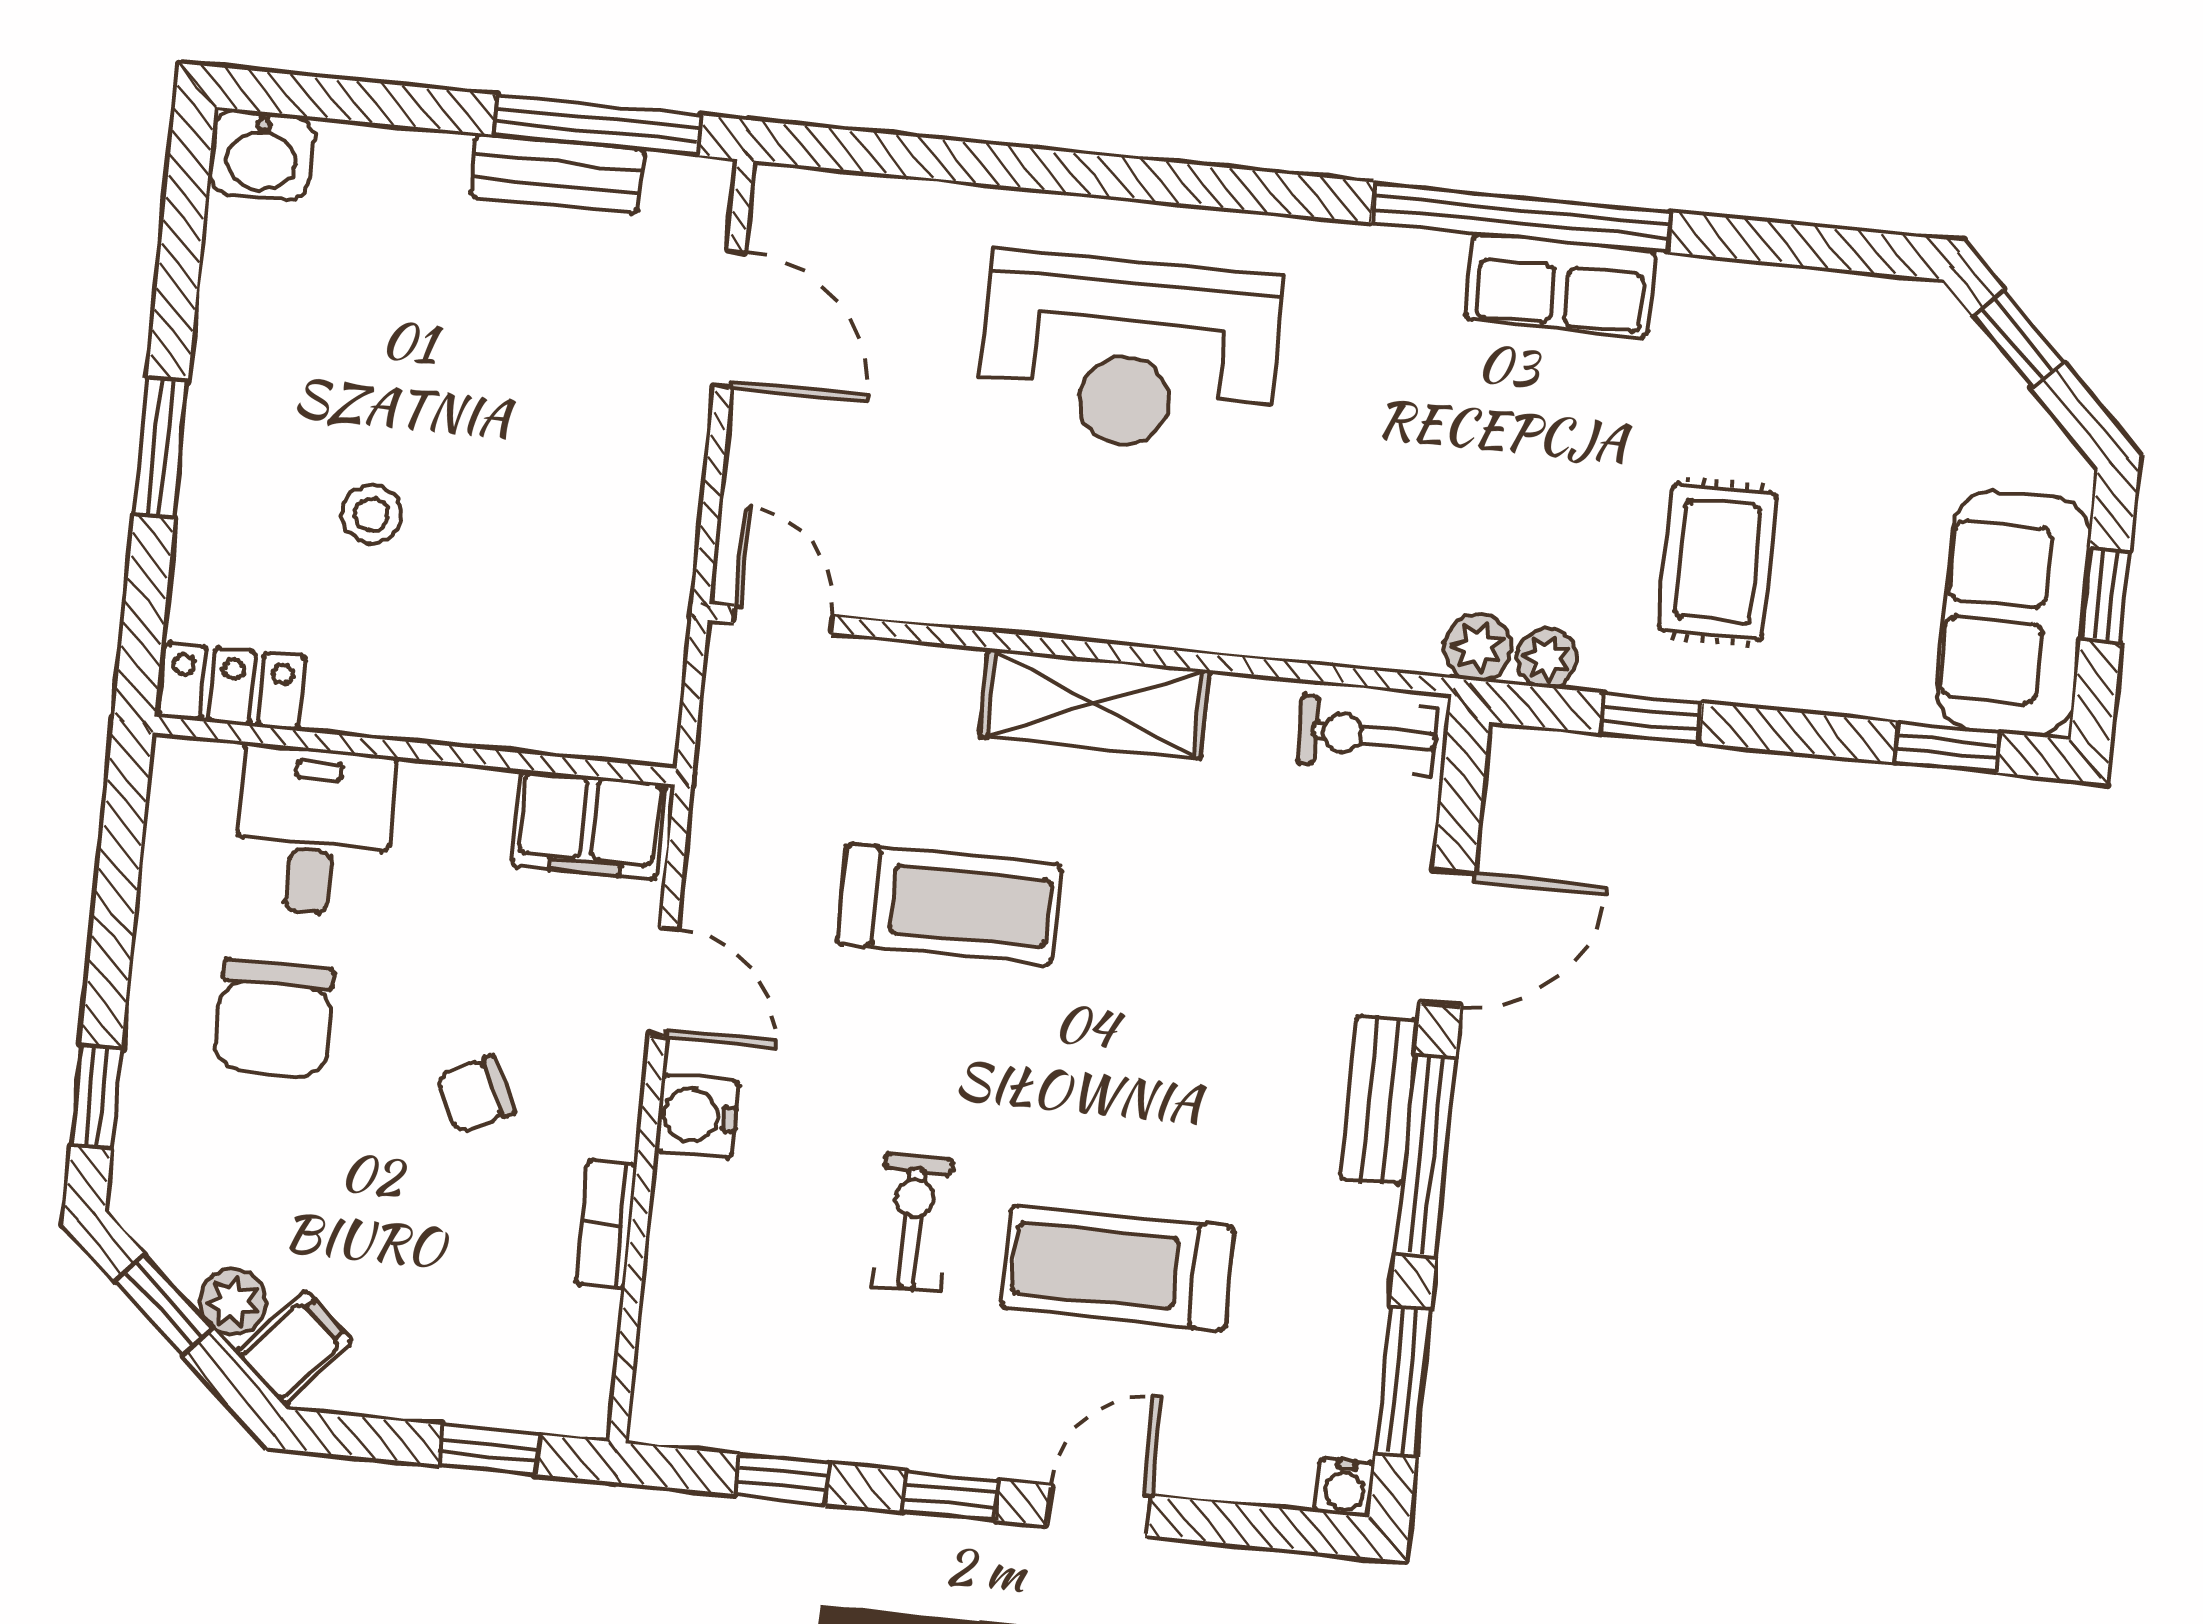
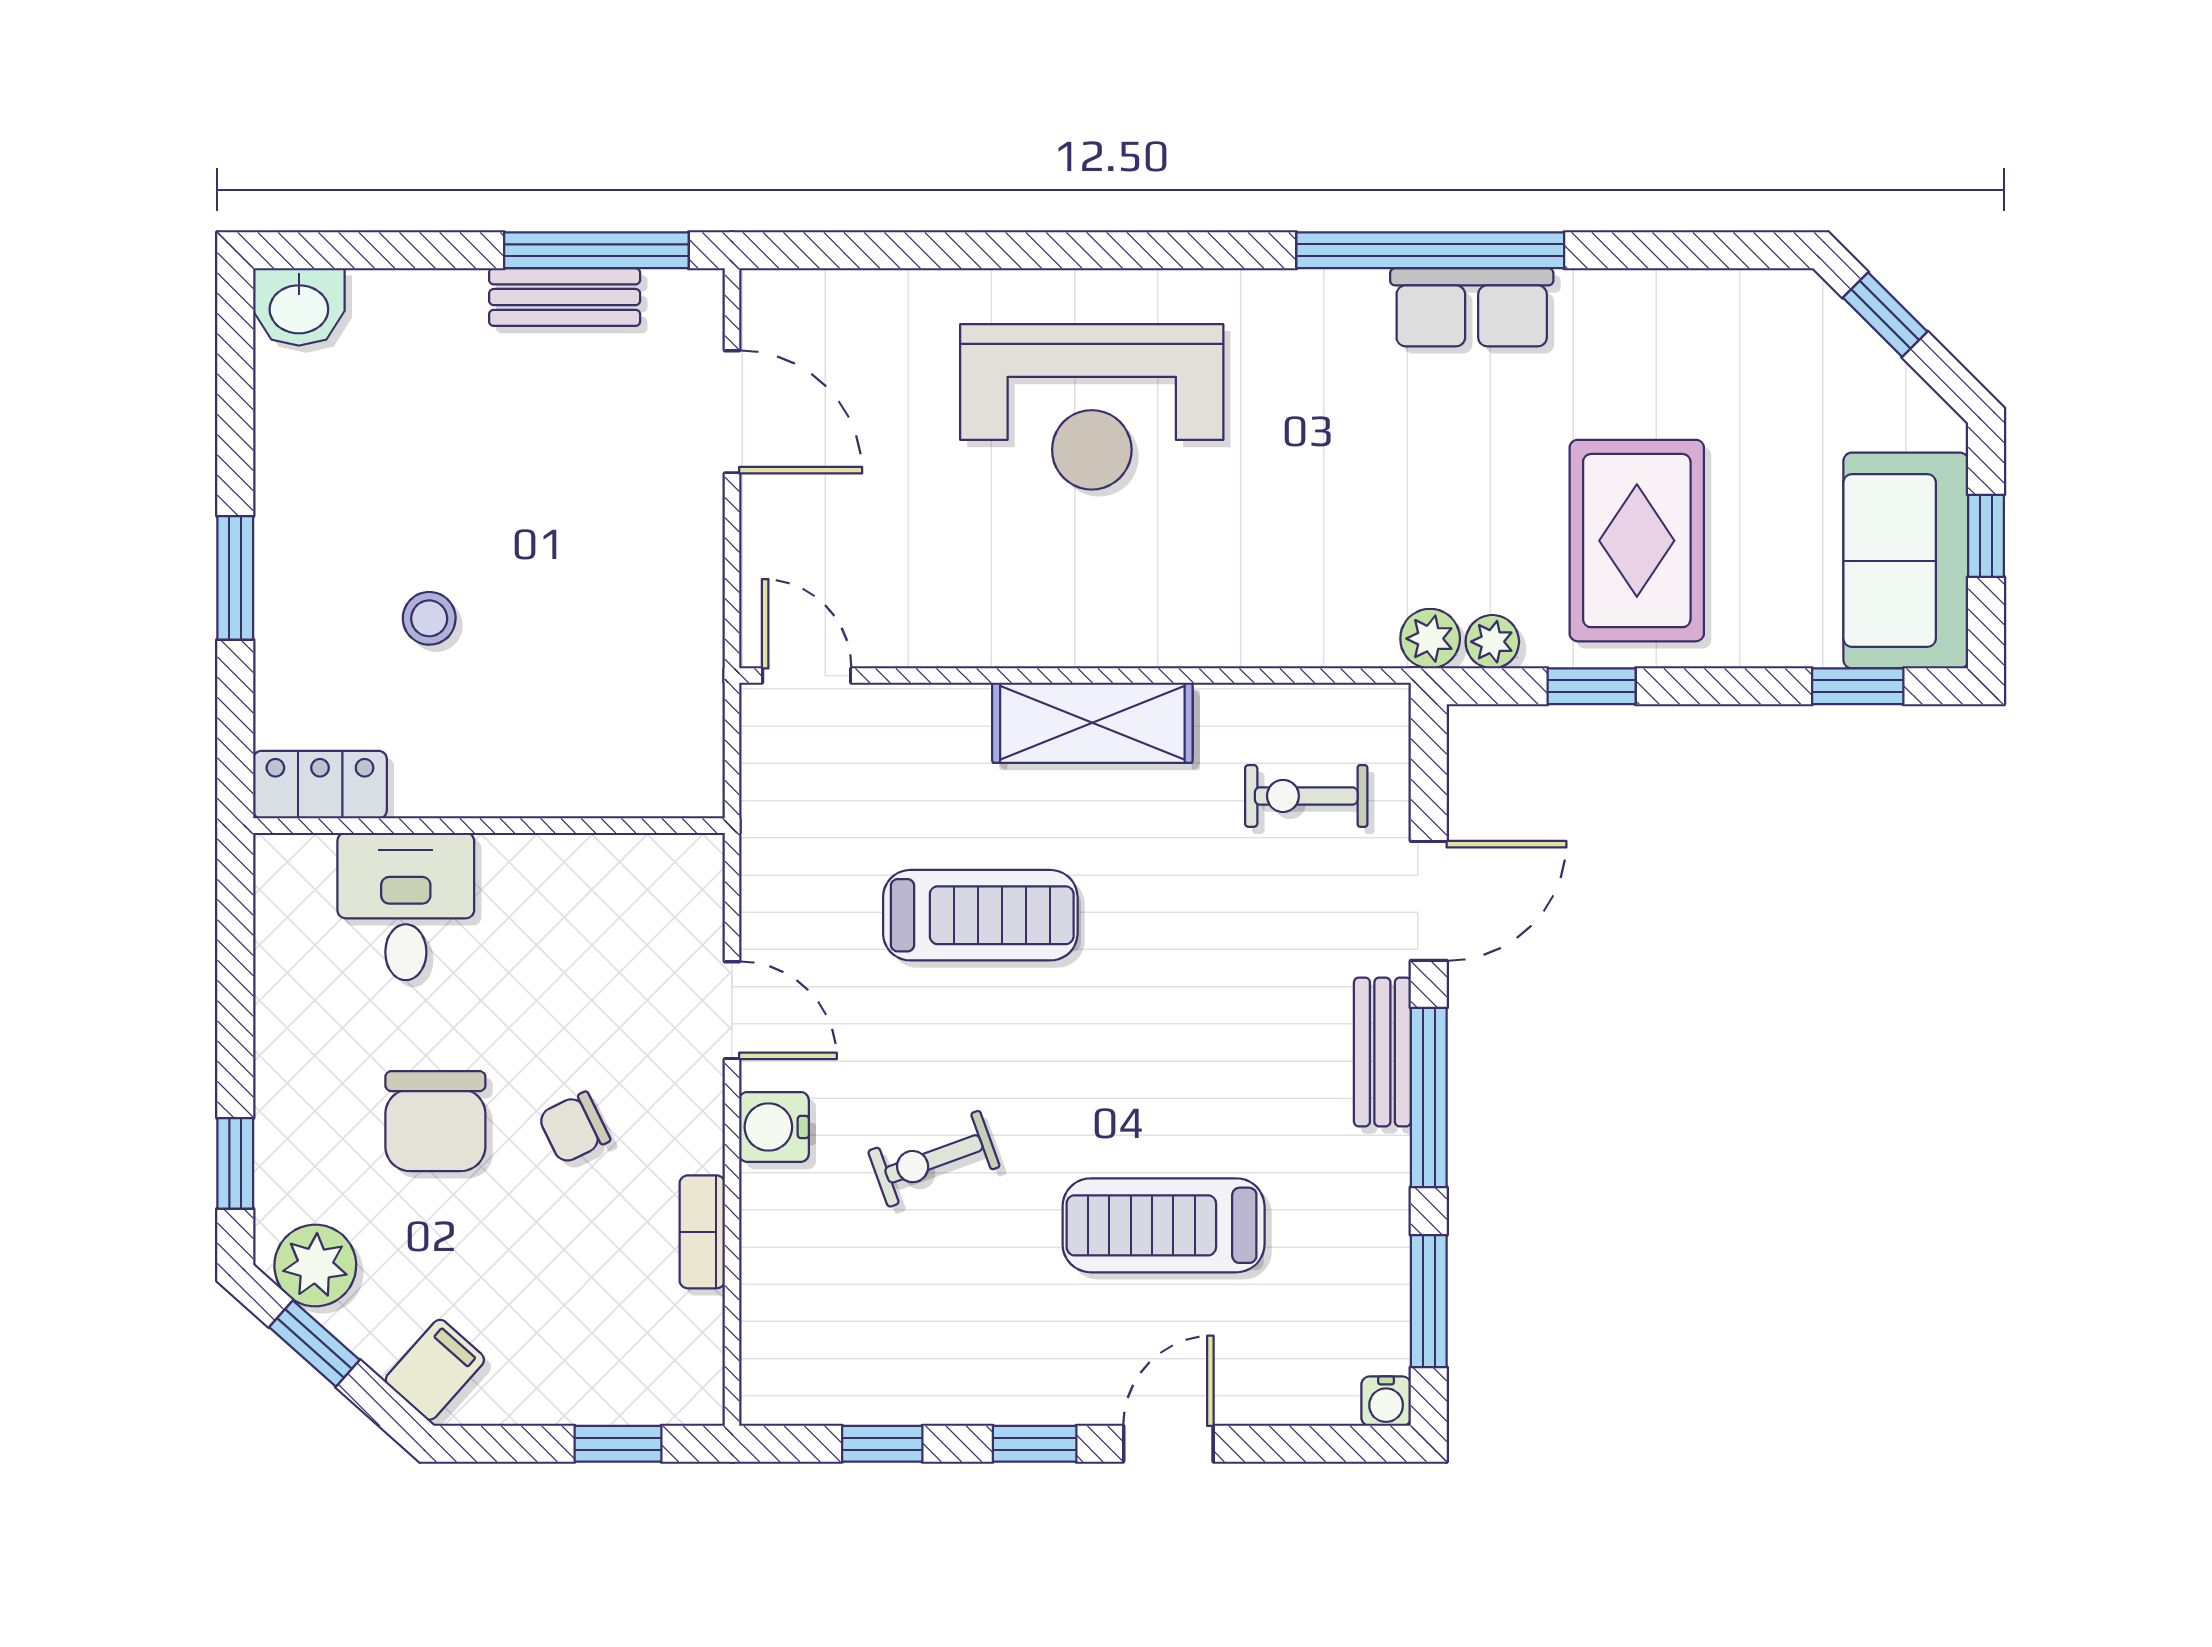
rug: (1718, 562) -> (1637, 541), width x1.36, depth x1.43
exercise bike: (1367, 735) -> (1306, 796), moved
filing cabinet: (589, 825) -> (651, 876), removed
chair: (274, 1019) -> (435, 1121), moved
exercise bike: (912, 1222) -> (934, 1159), moved, turned -110
plant: (233, 1302) -> (315, 1265), moved, width x1.38, depth x1.38

